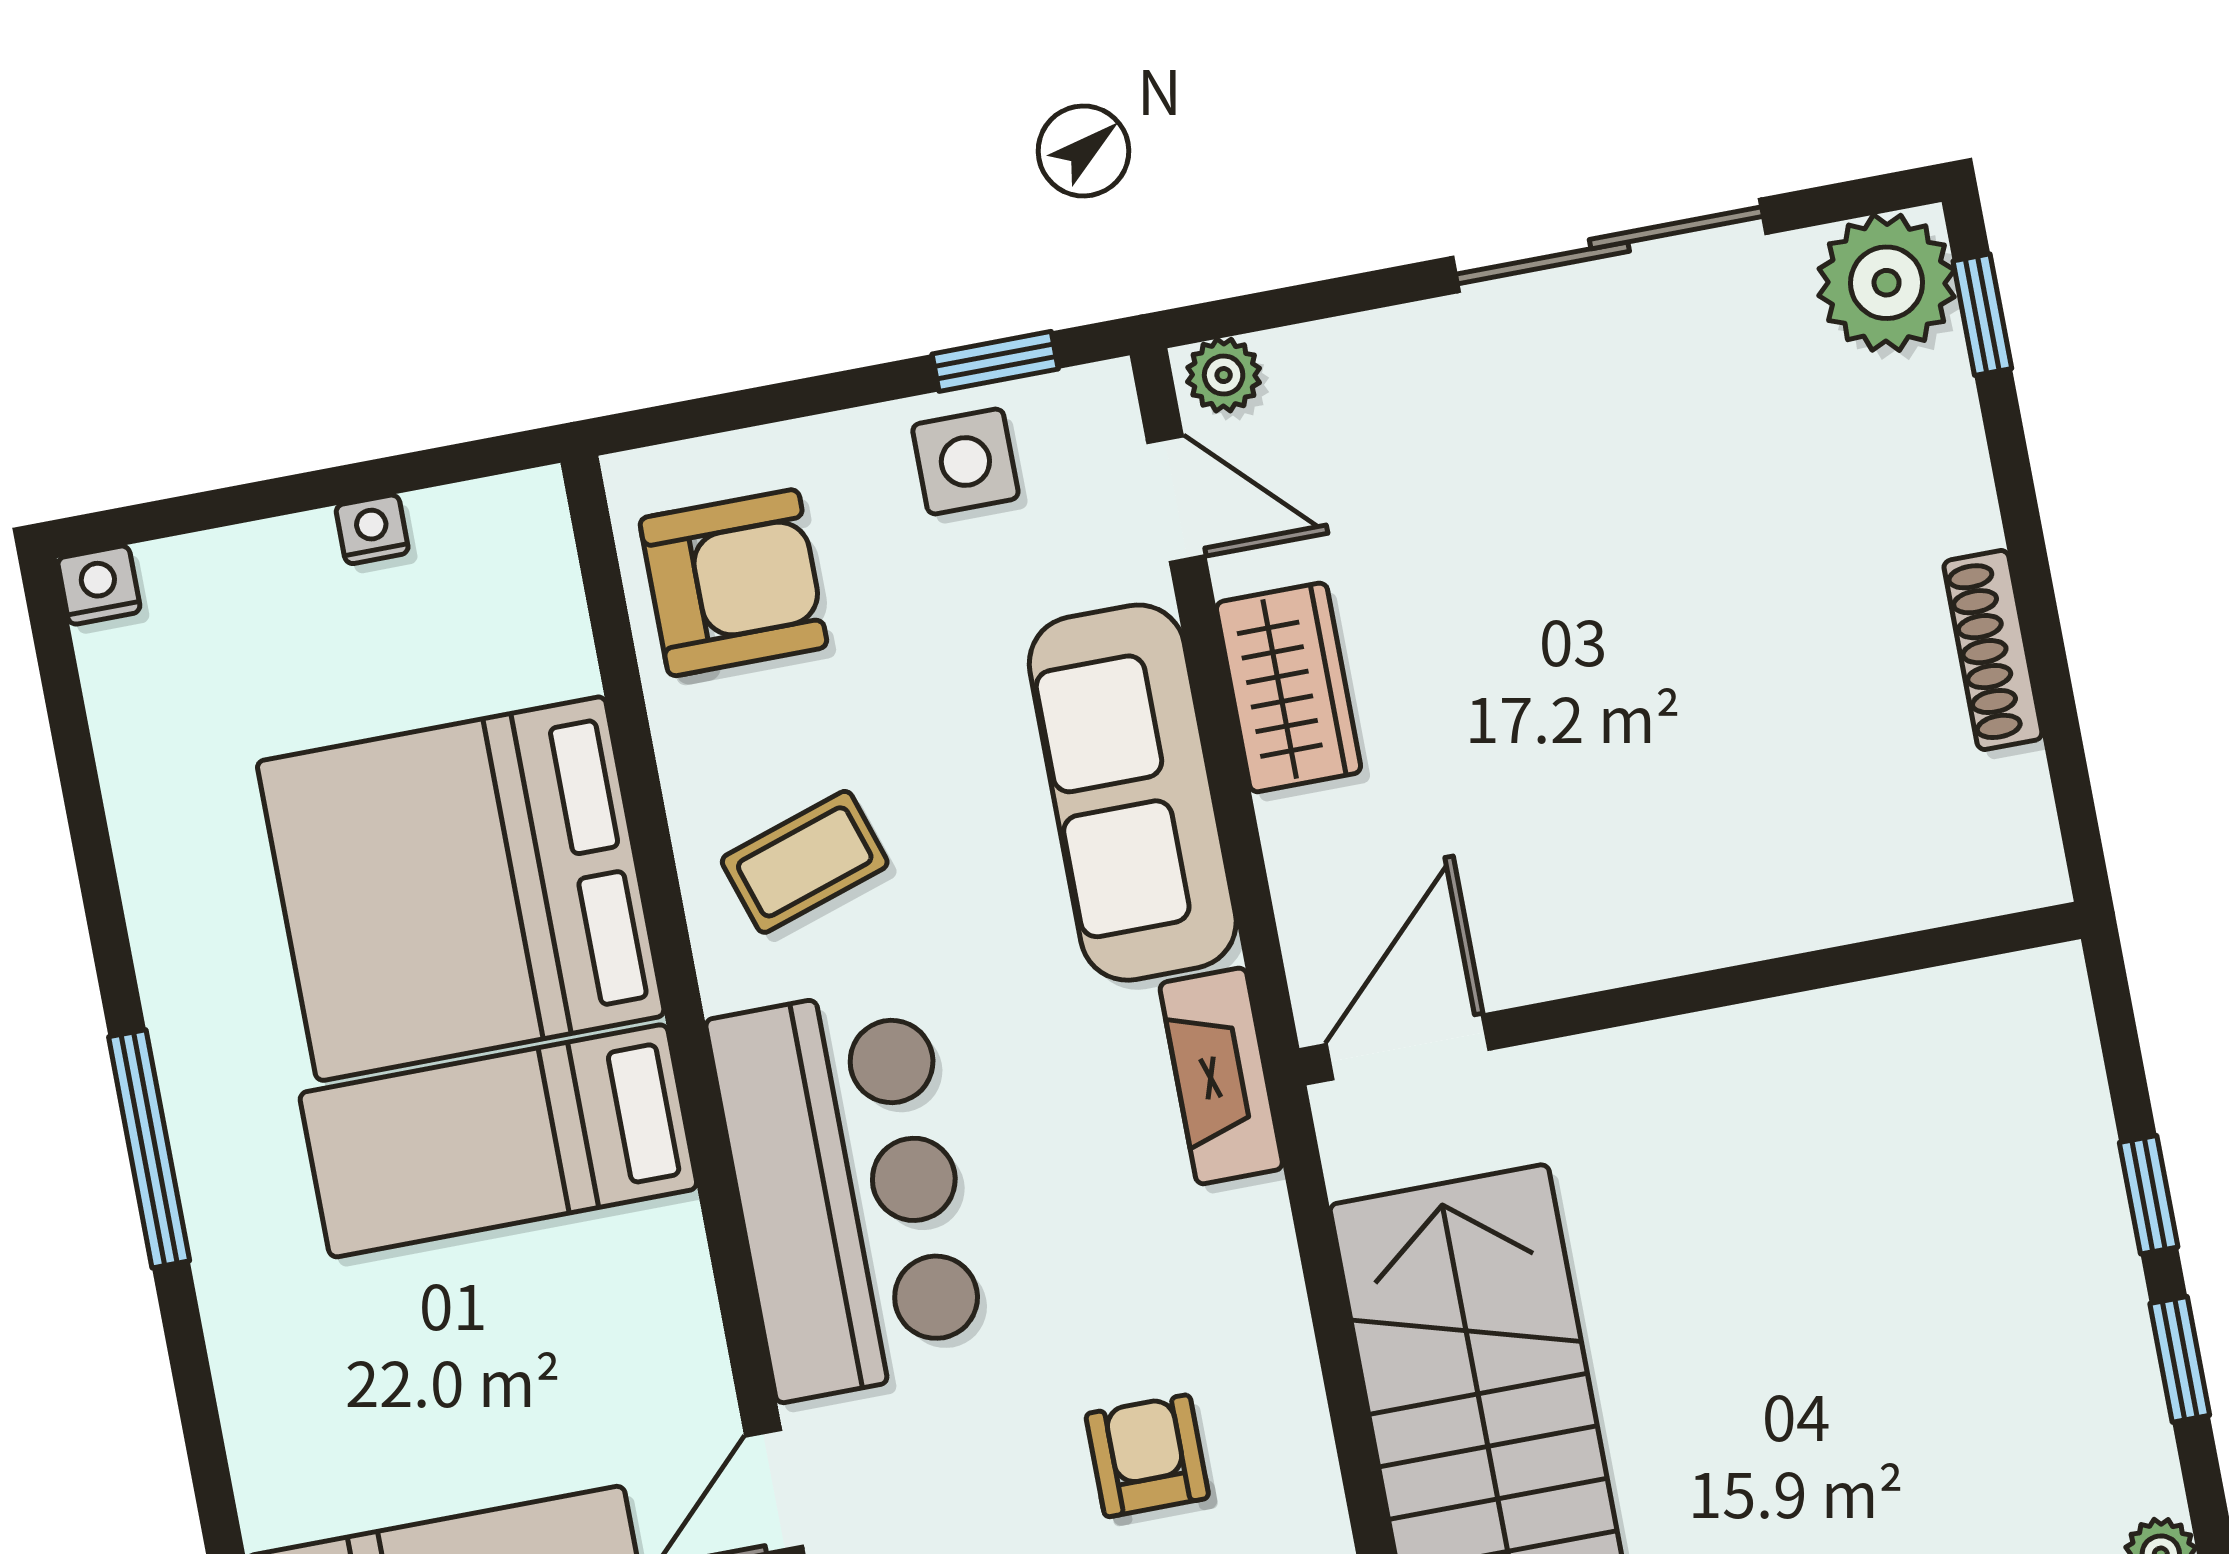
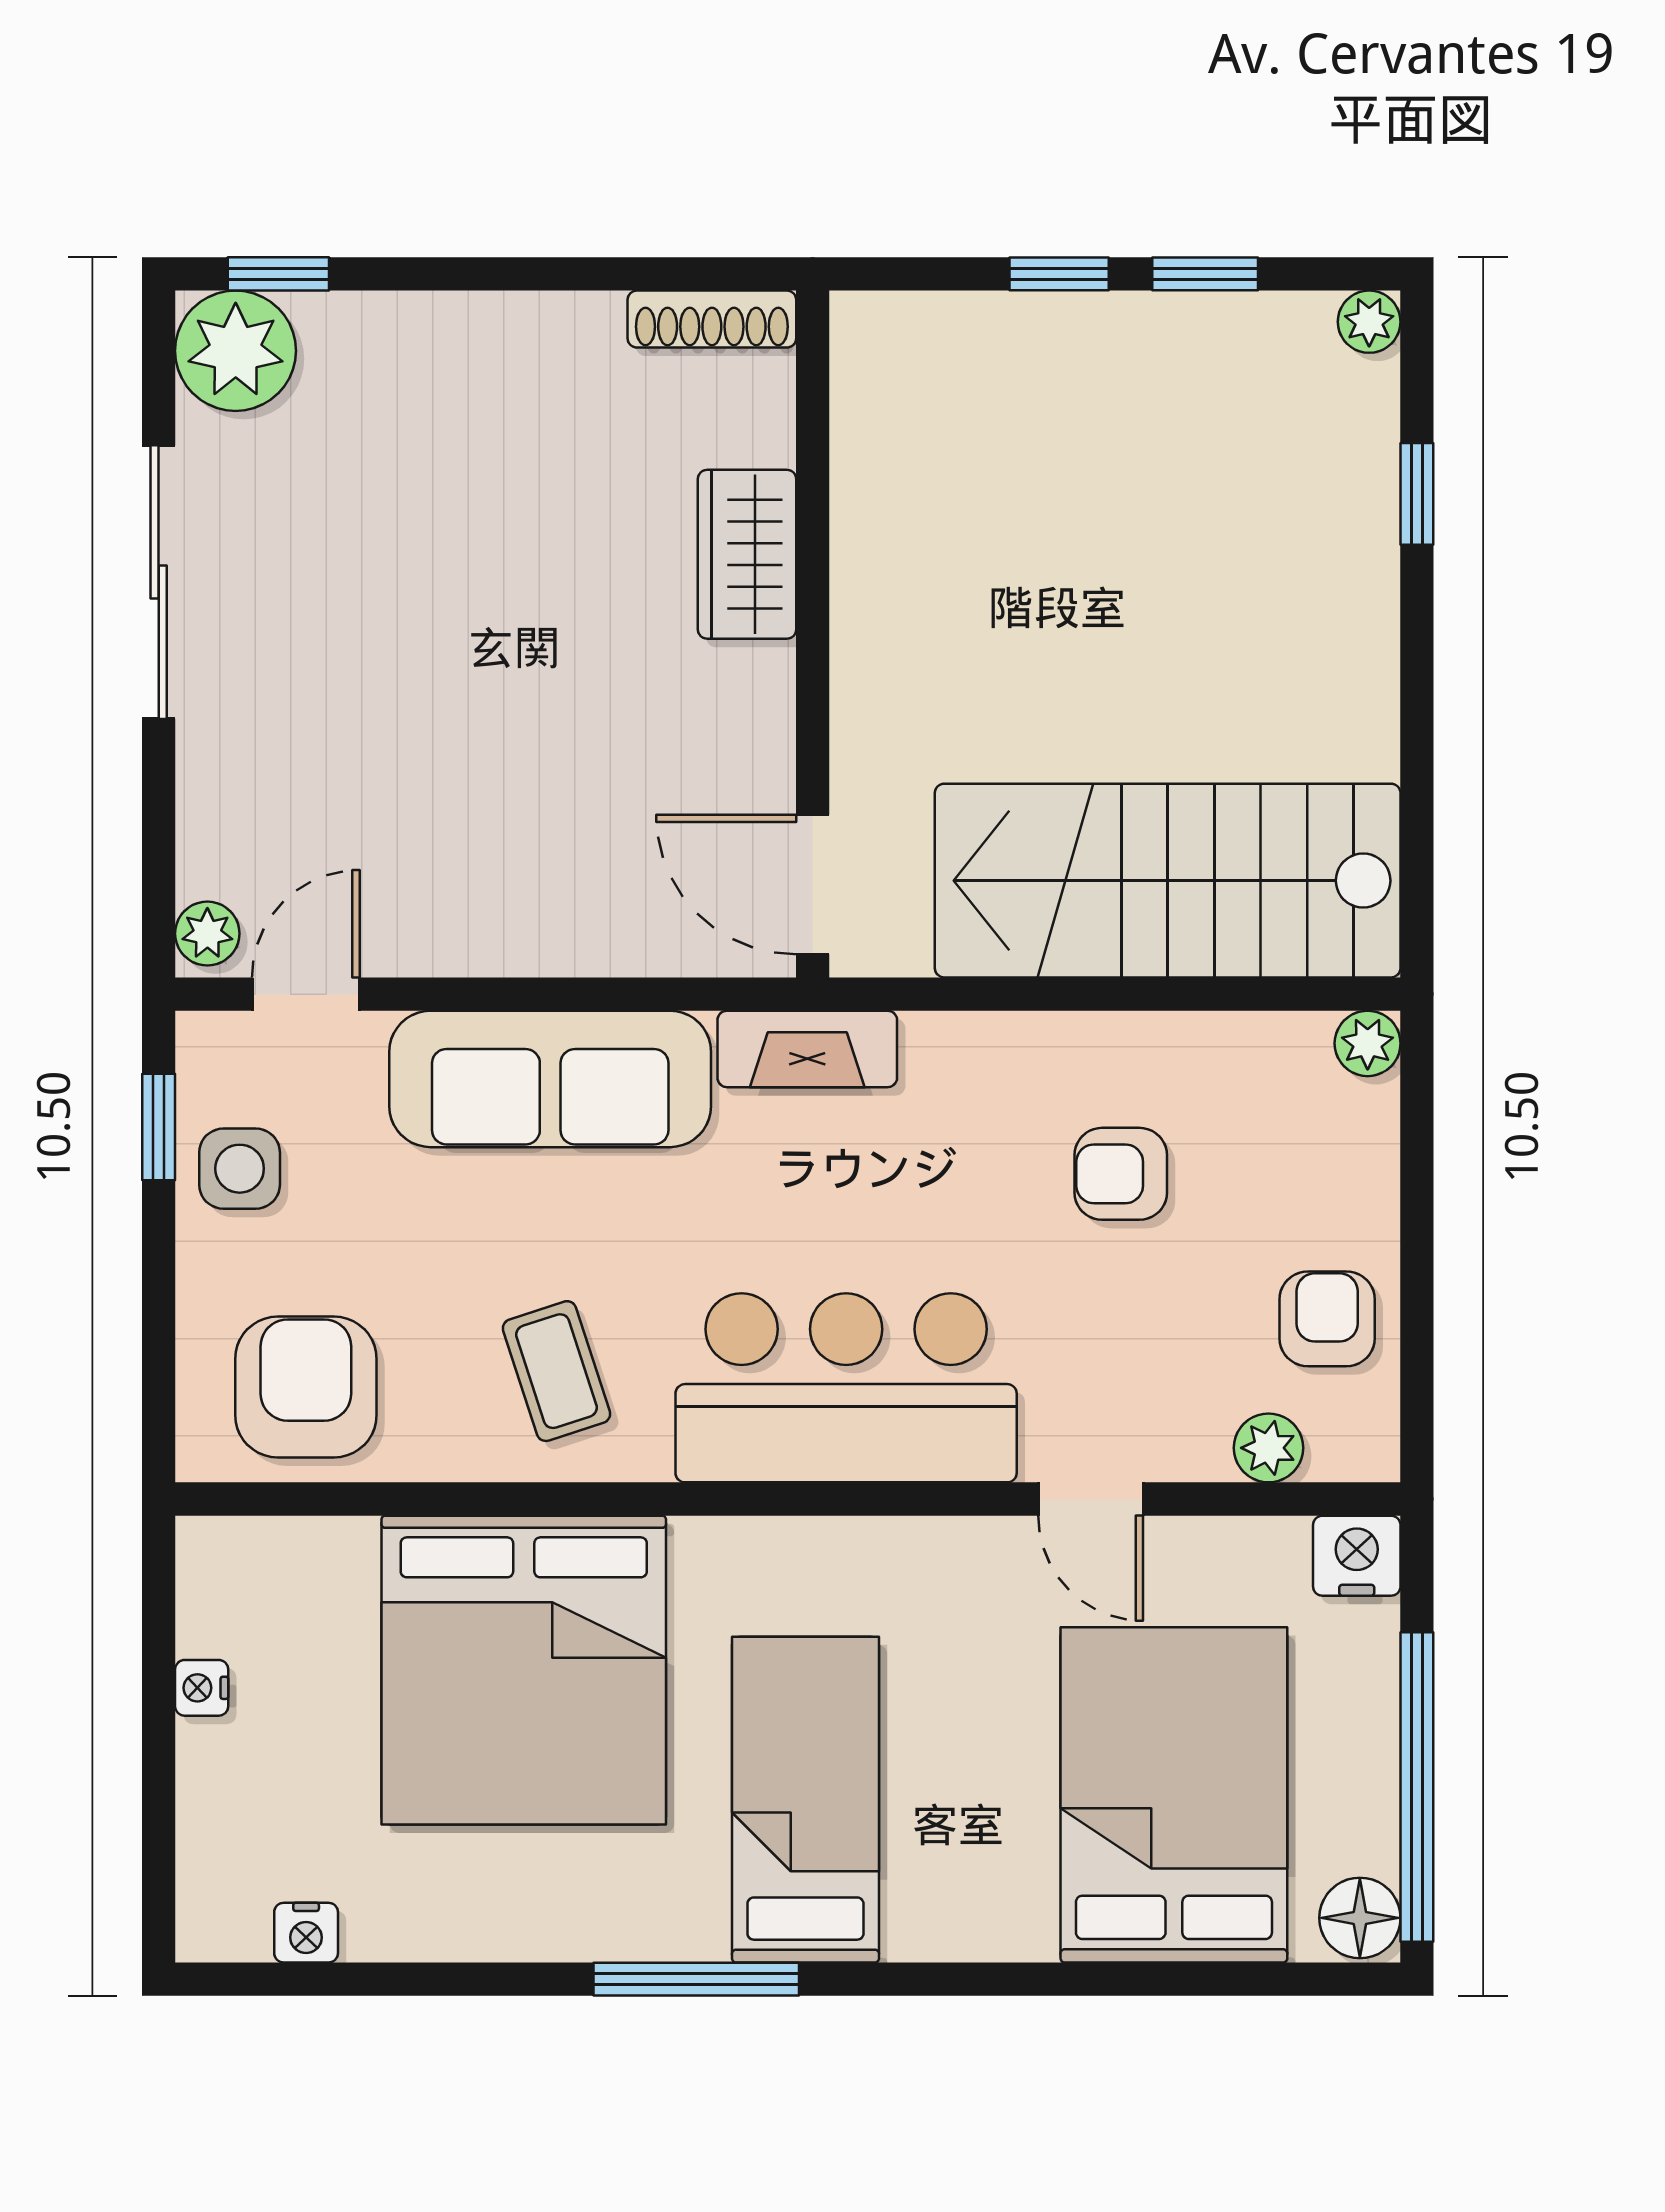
nightstand: (99, 585) -> (306, 1933), moved, turned -90
shoe rack: (1993, 650) -> (712, 319), moved
wardrobe: (1289, 687) -> (747, 554), moved, turned -90
bed: (498, 1141) -> (805, 1800), moved, turned 180

